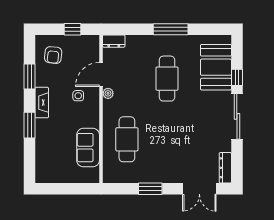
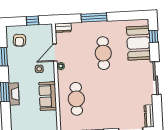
window: (171, 29) -> (94, 18), moved
window: (237, 77) -> (154, 36), moved
fireplace: (42, 103) -> (14, 94), moved
sofa: (88, 148) -> (48, 96), moved

